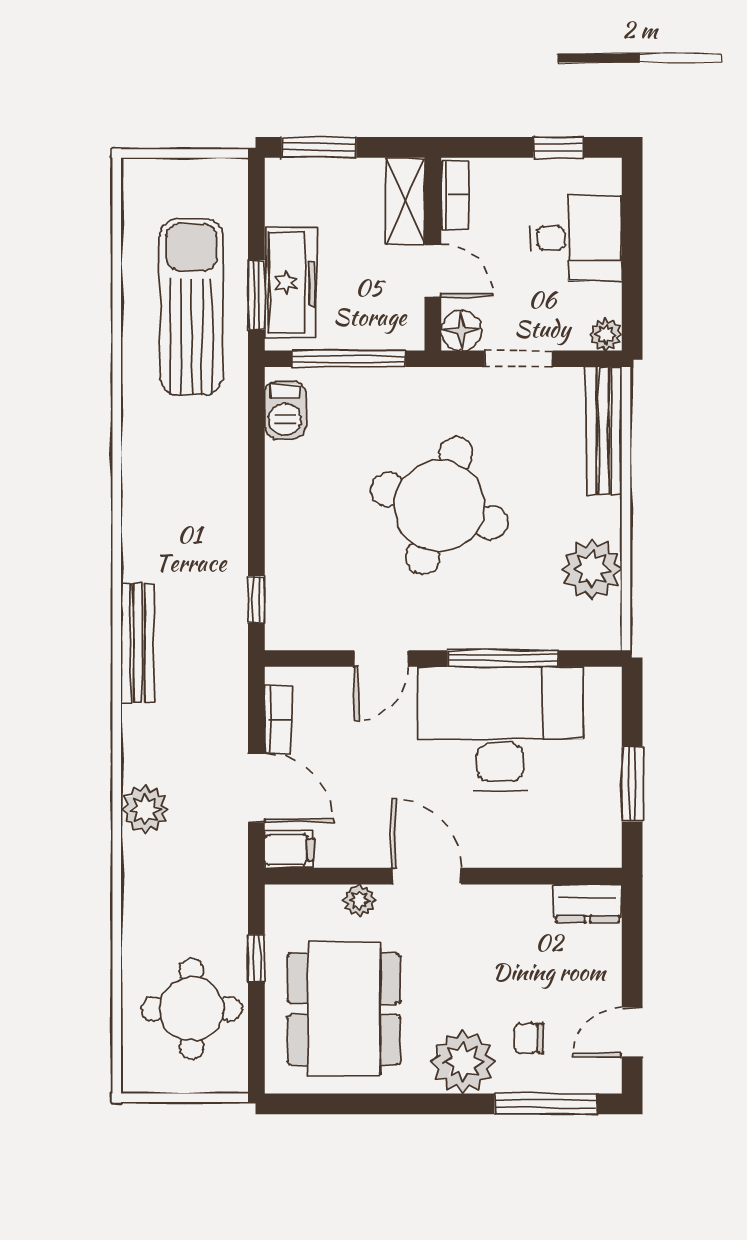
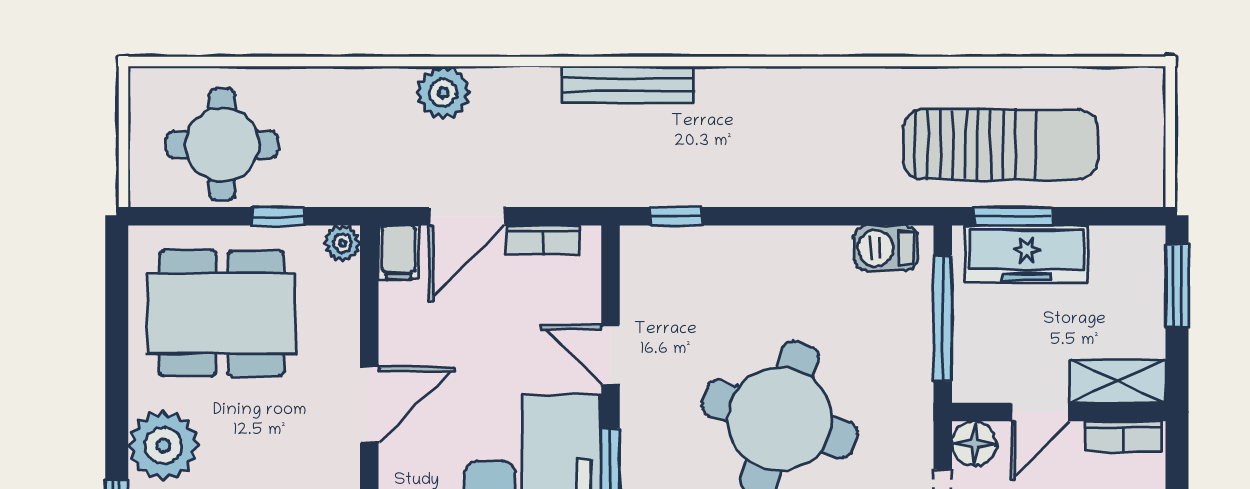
plant: (359, 900) -> (342, 243), moved

